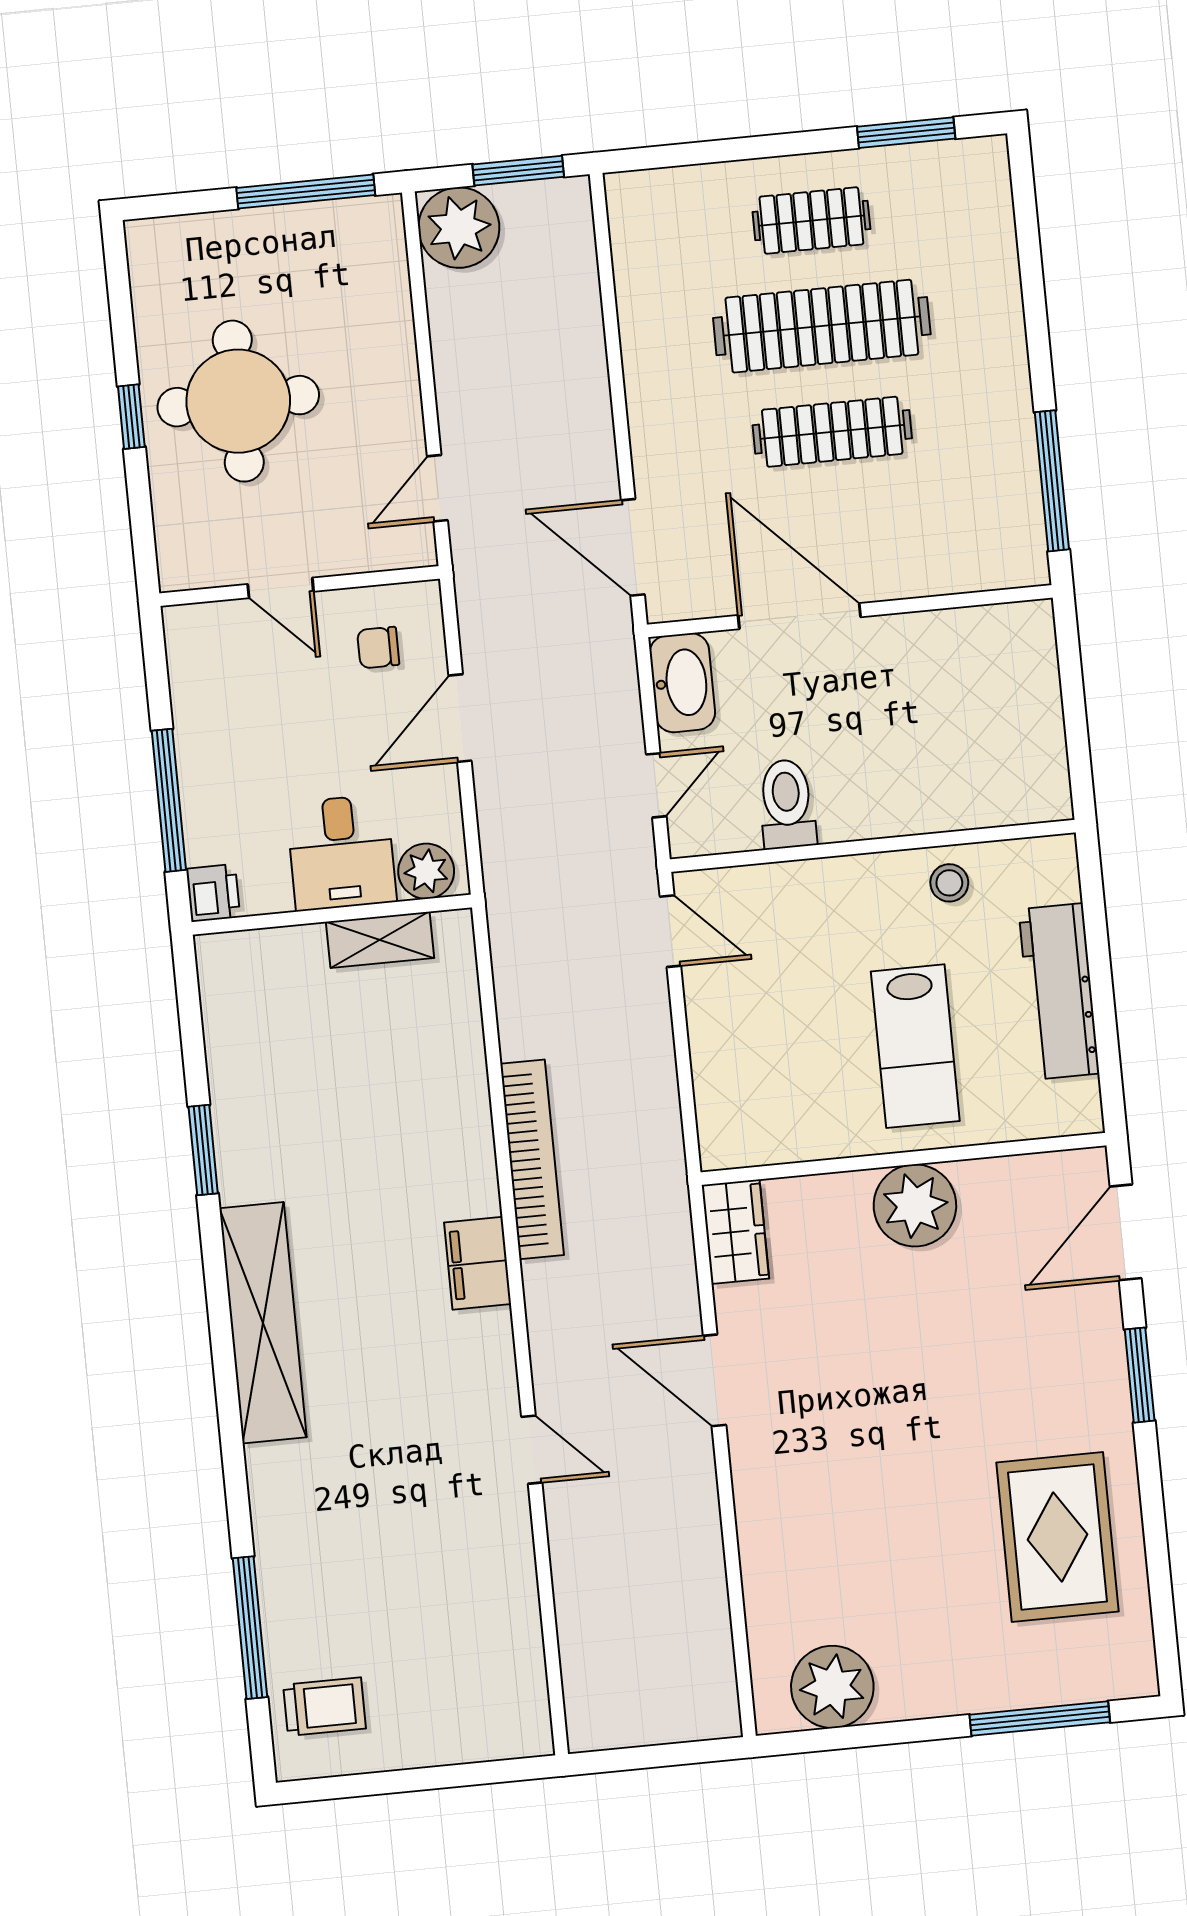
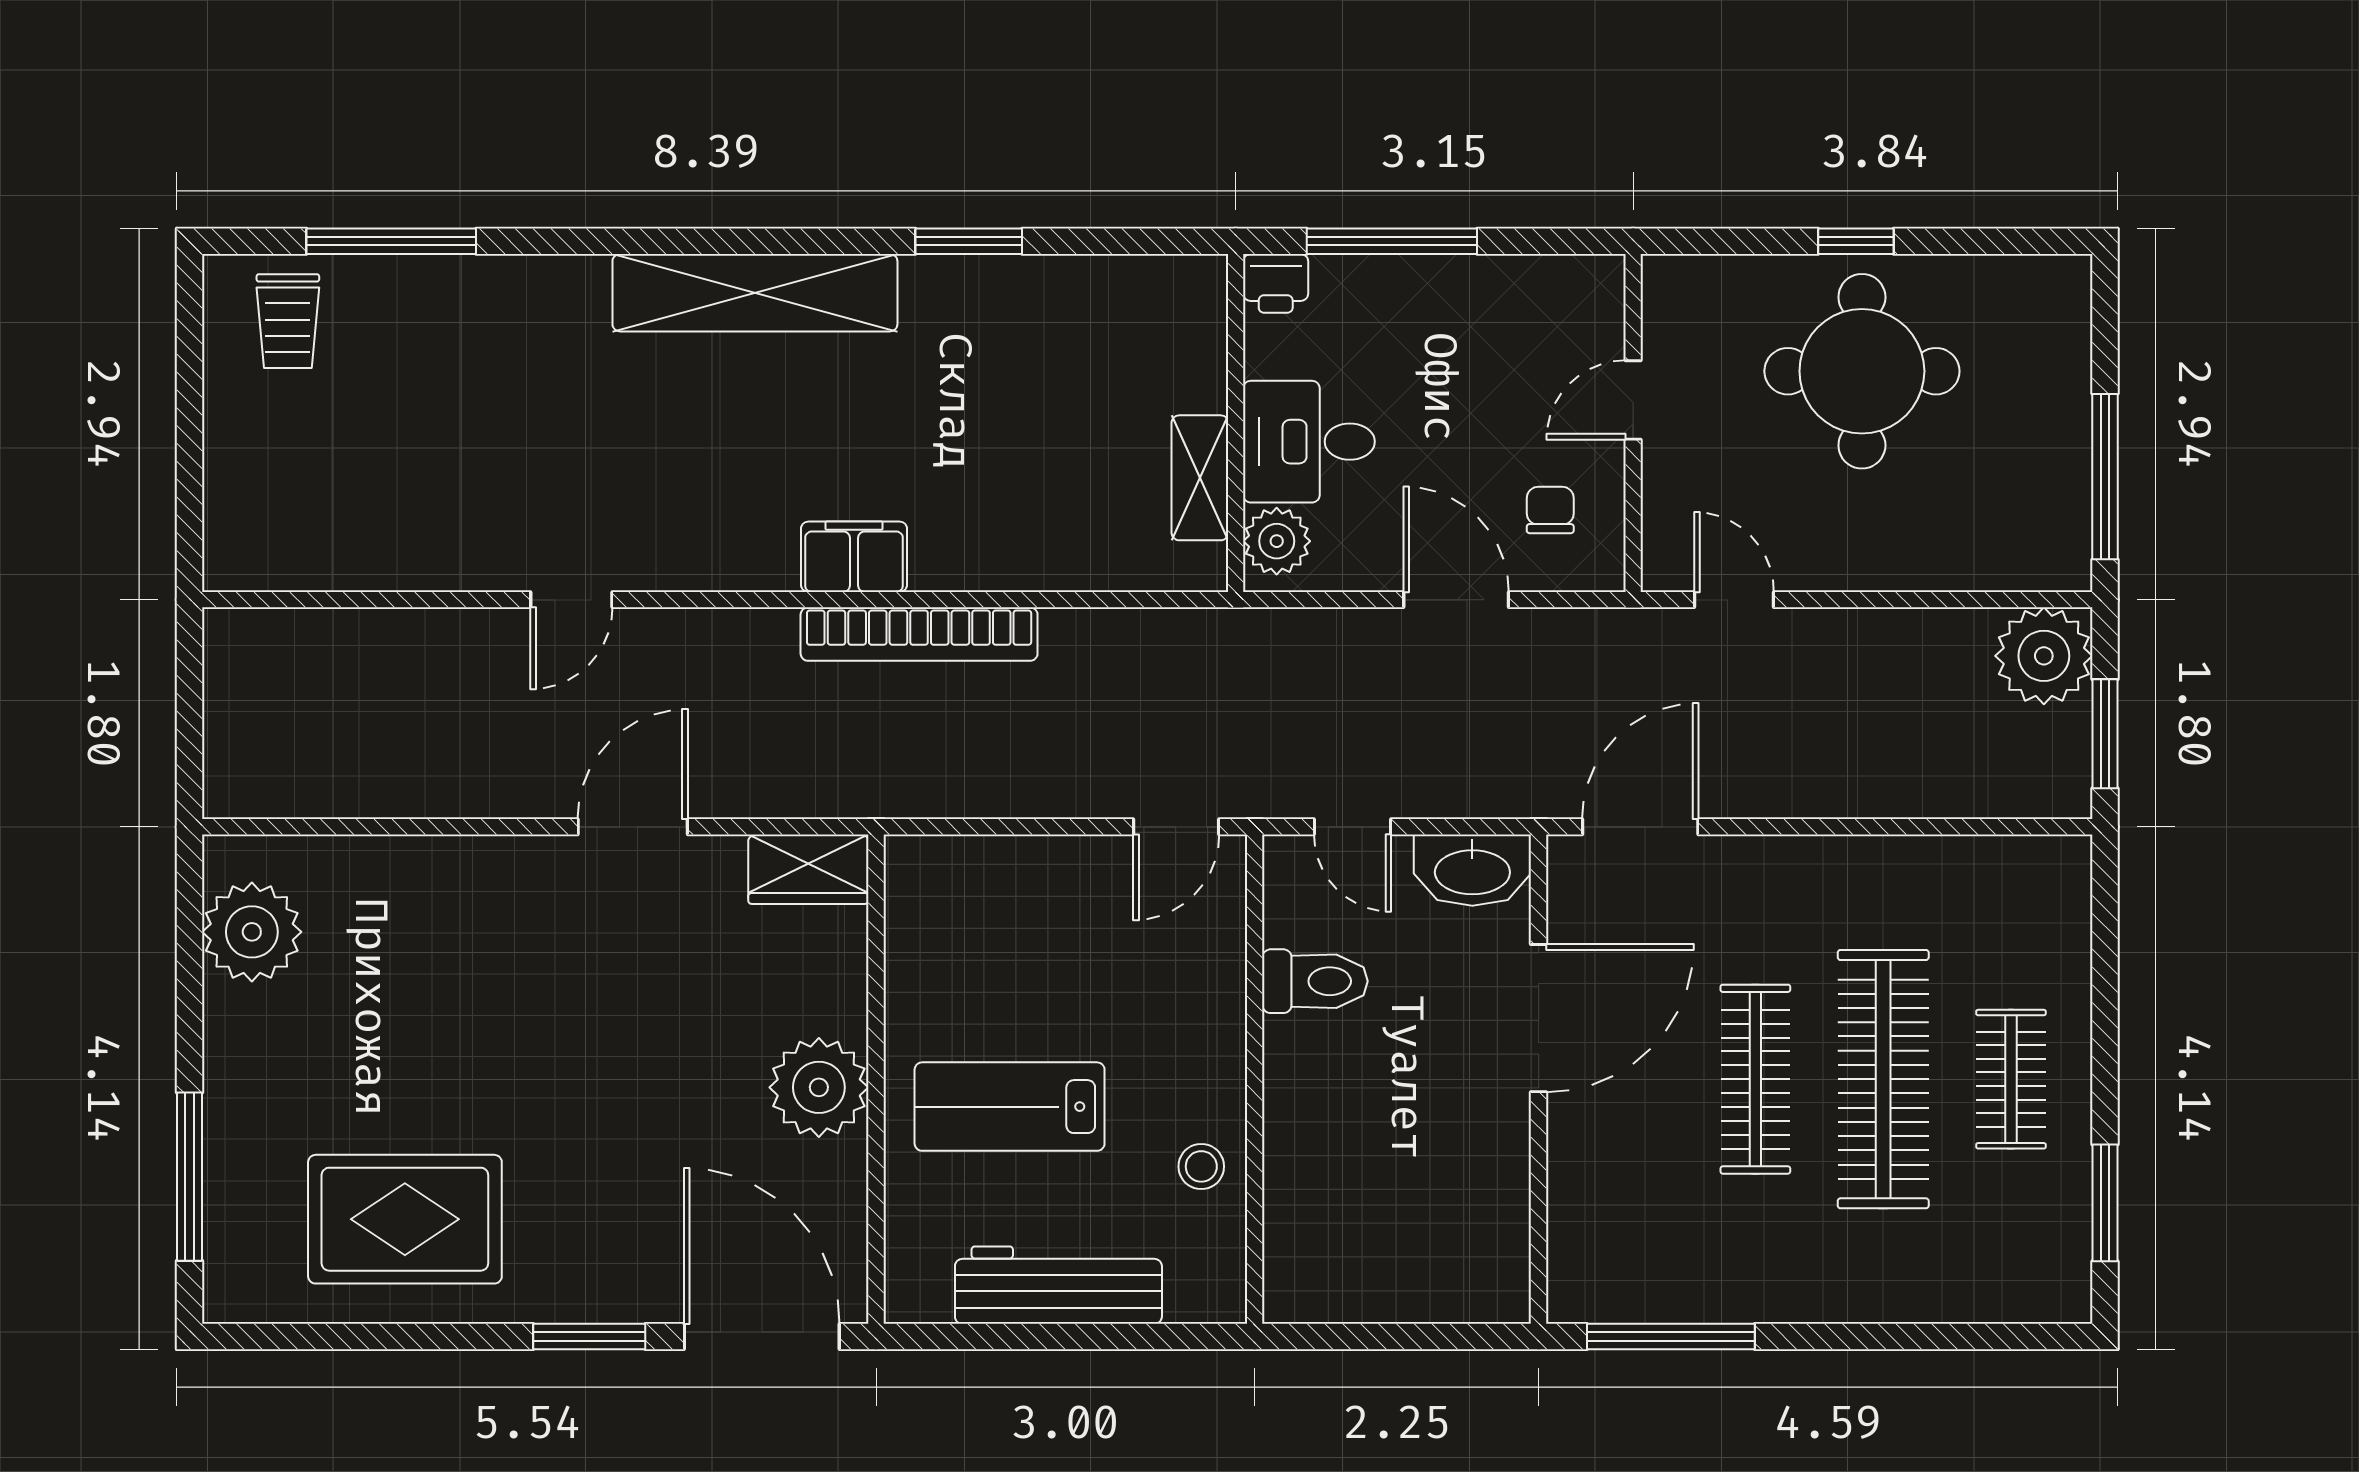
door: (1126, 1232) -> (762, 1337), width x1.36
filing cabinet: (478, 1263) -> (854, 557), moved

